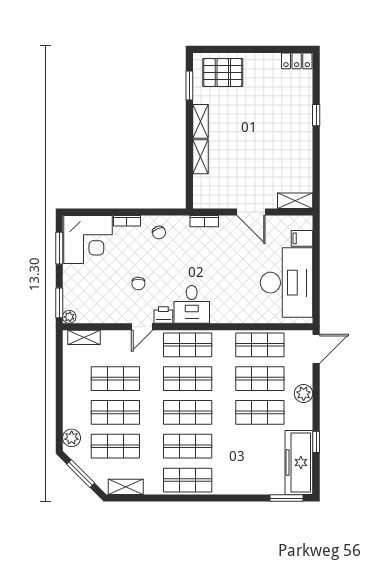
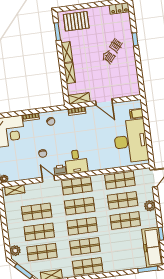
shelving: (295, 201) -> (79, 98), moved
door: (142, 327) -> (48, 179), swing flipped

